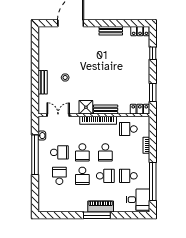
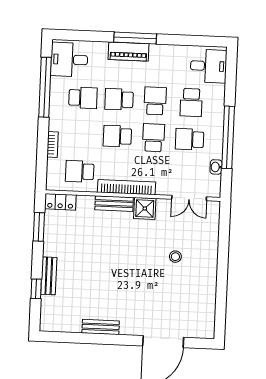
locker: (140, 31) -> (55, 324), removed
bench: (43, 82) -> (49, 276), moved
school desk: (128, 129) -> (80, 171), turned 180
school desk: (105, 152) -> (117, 136), turned -90
desk: (49, 199) -> (209, 66), added

